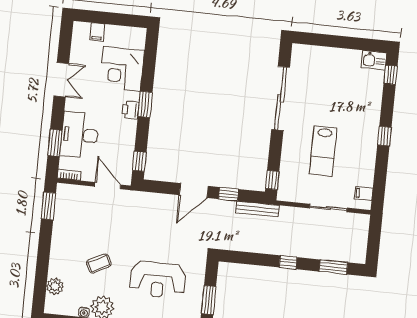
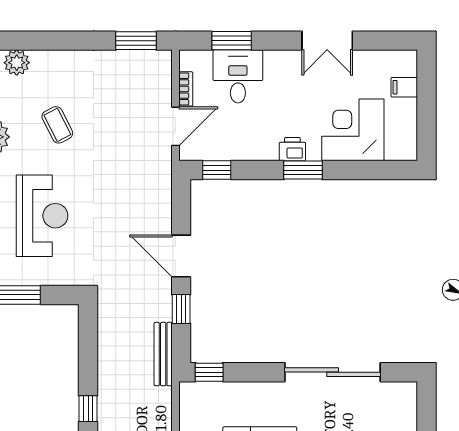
desk: (79, 135) -> (238, 76), width x0.73
bookcase: (69, 175) -> (186, 89), moved
reception desk: (158, 280) -> (42, 216), turned 180

